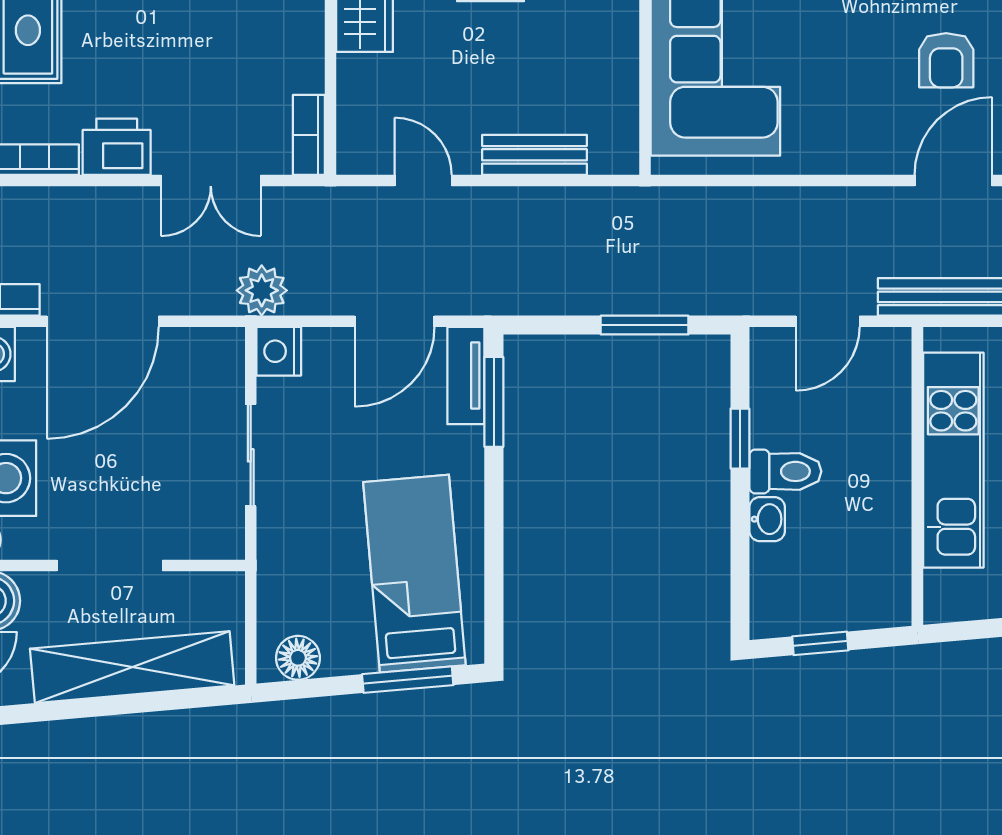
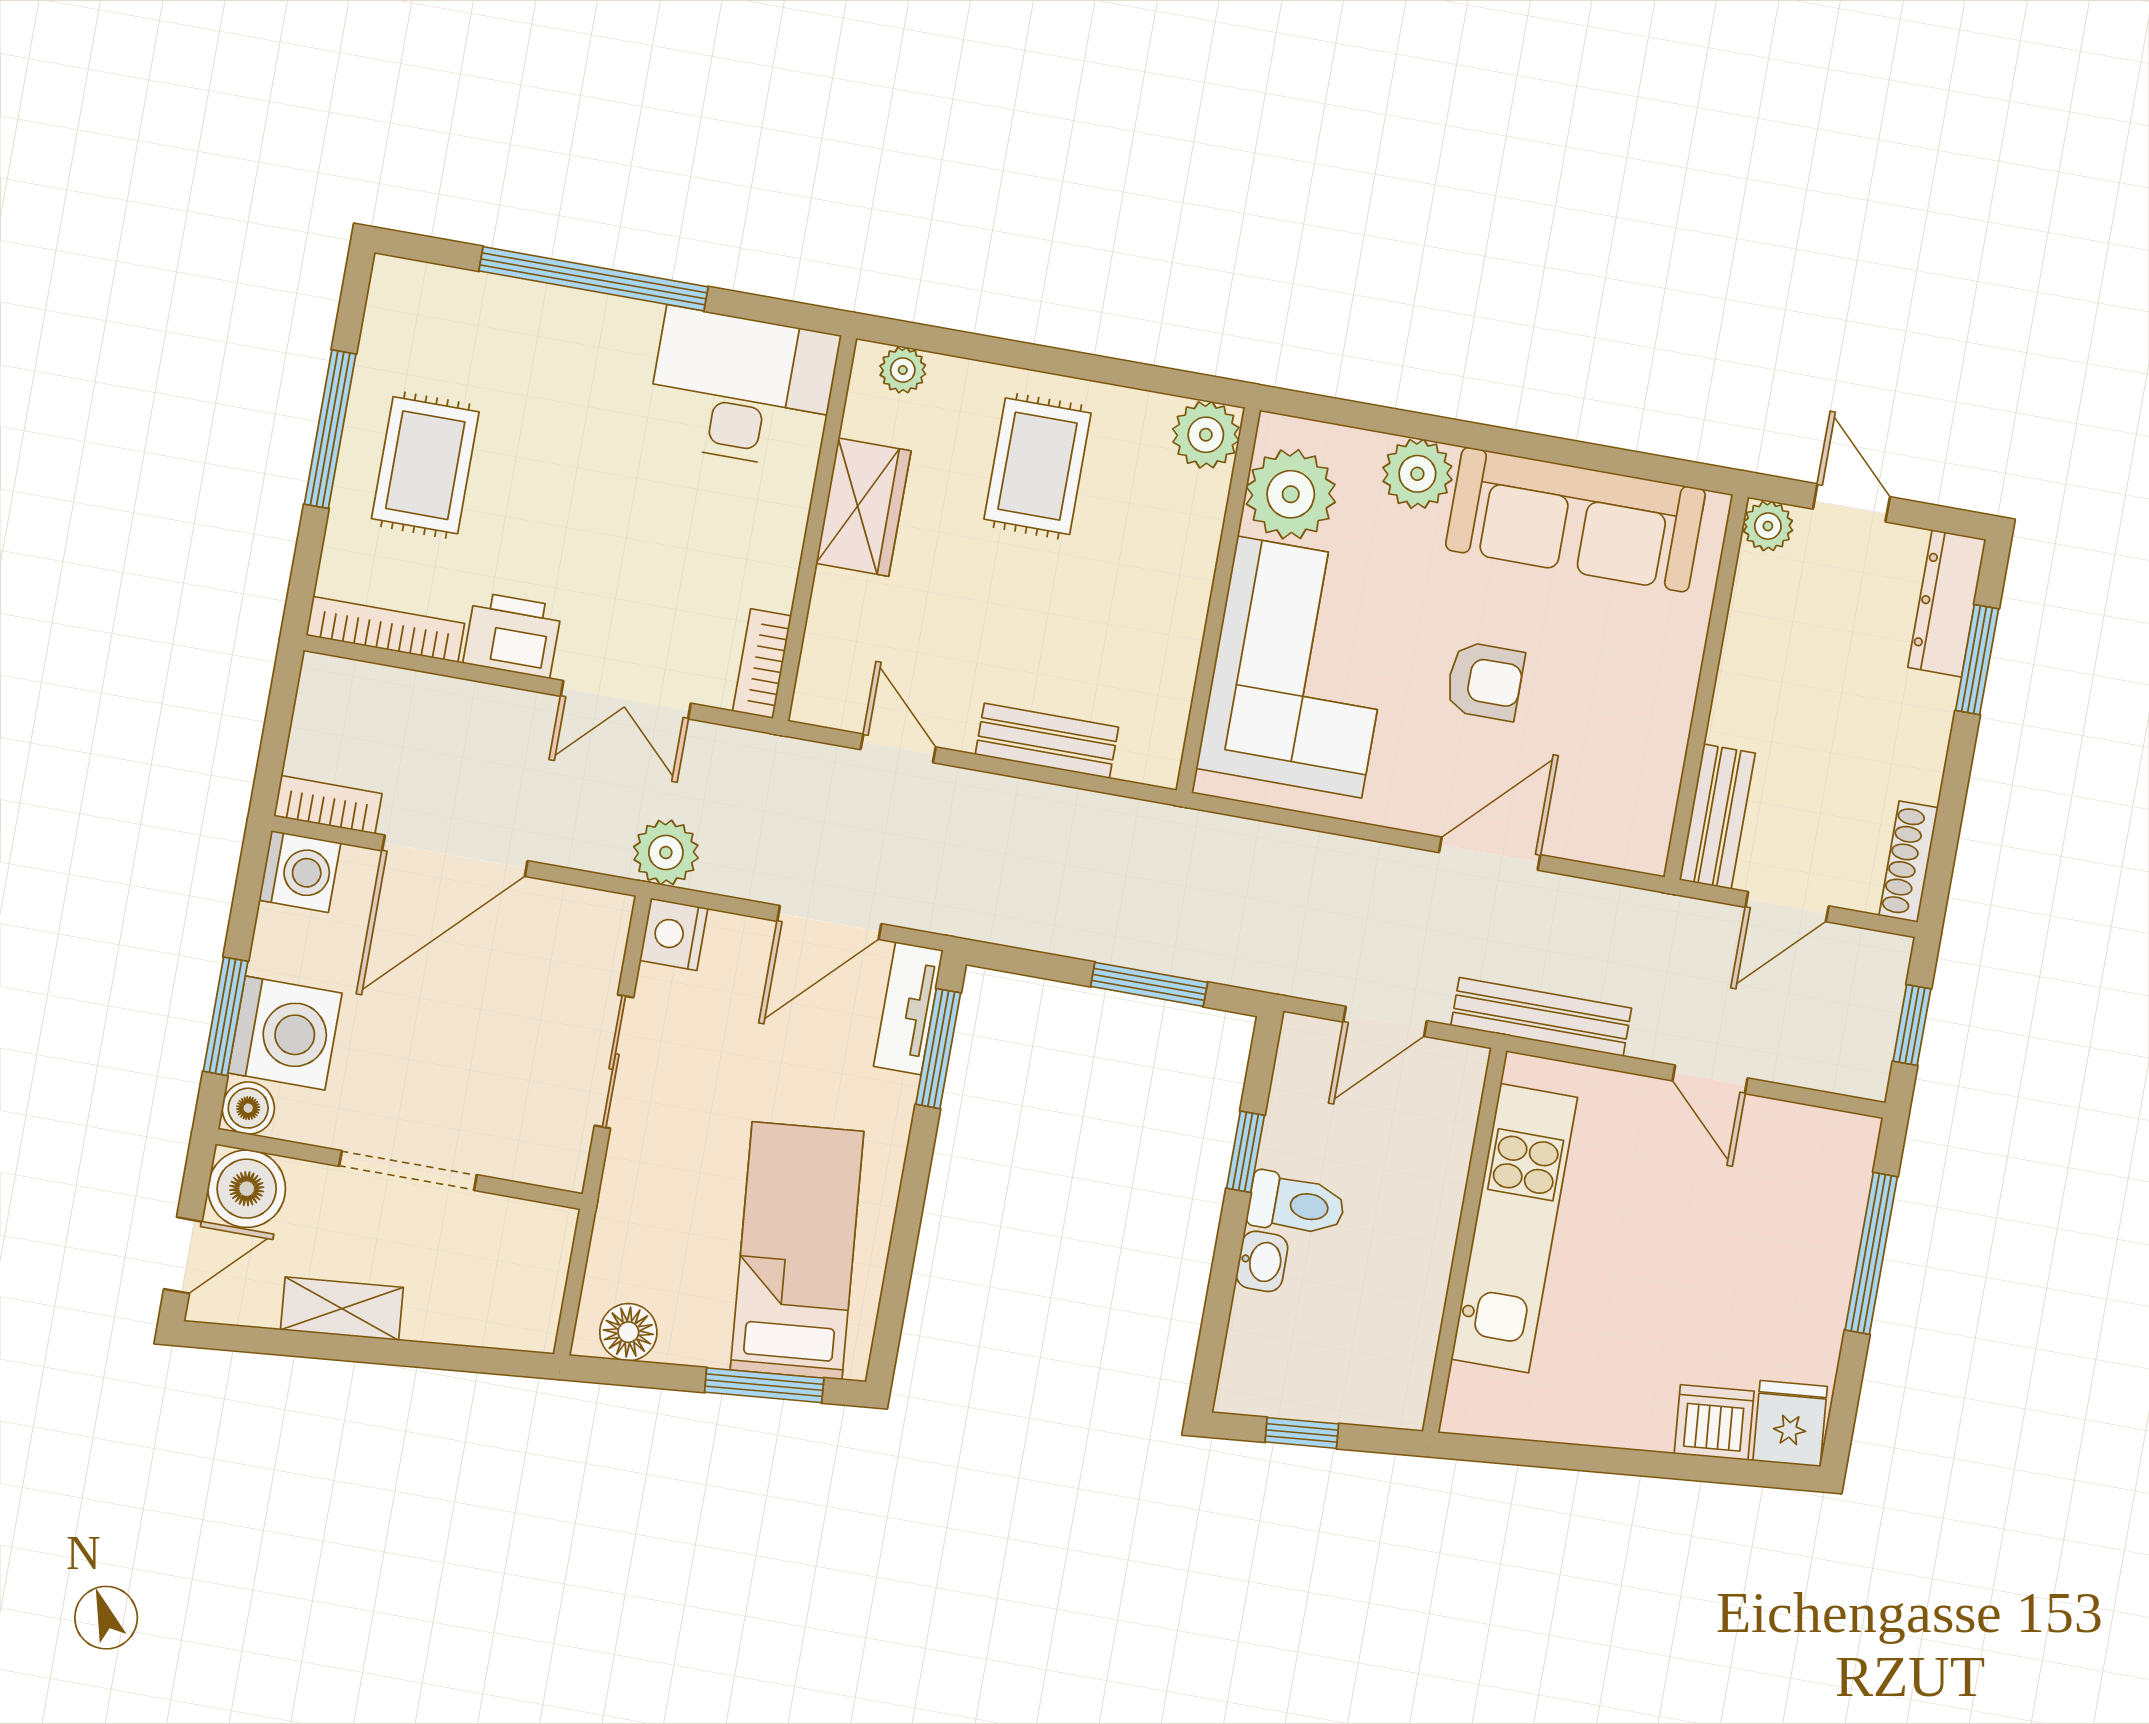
armchair: (946, 60) -> (1485, 681), moved, turned -90
door: (953, 180) -> (1490, 854), moved
shelving: (132, 667) -> (342, 1309), width x0.45, depth x0.75

